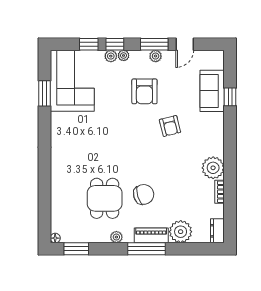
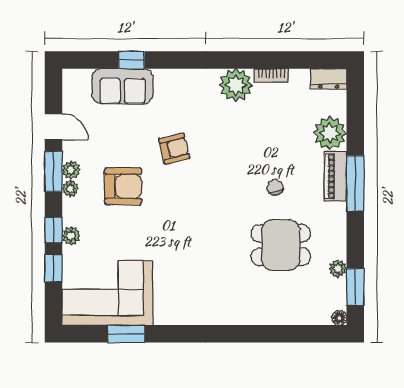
plant: (124, 55) -> (70, 189), moved
chair: (144, 194) -> (275, 187), width x0.54, depth x0.54
plant: (116, 237) -> (338, 269), moved

